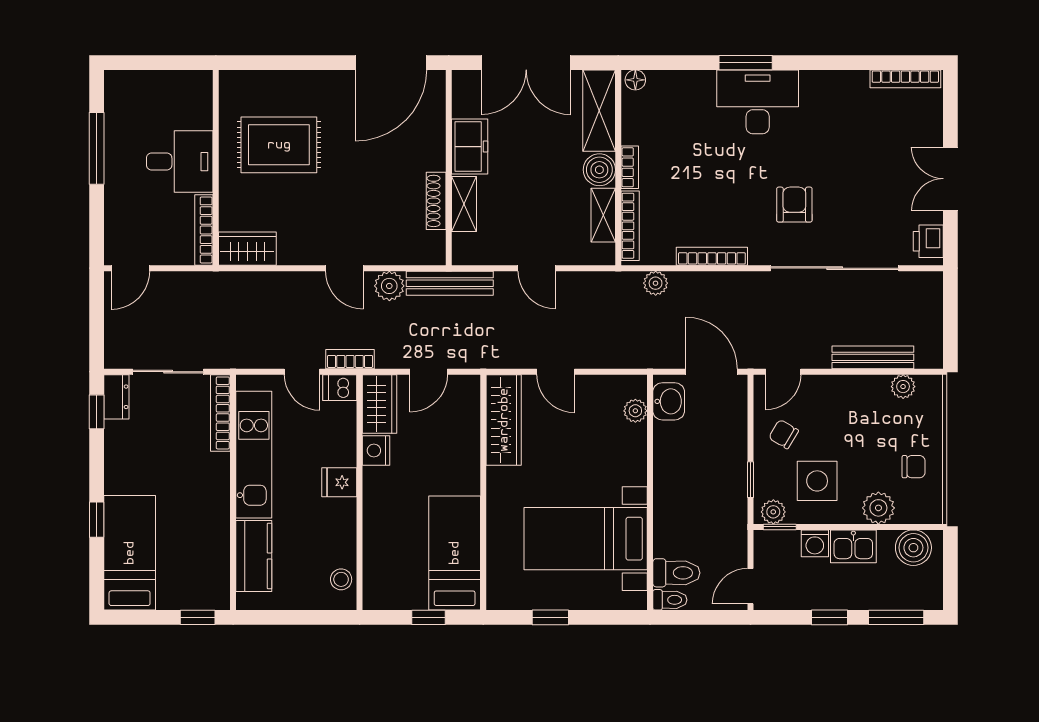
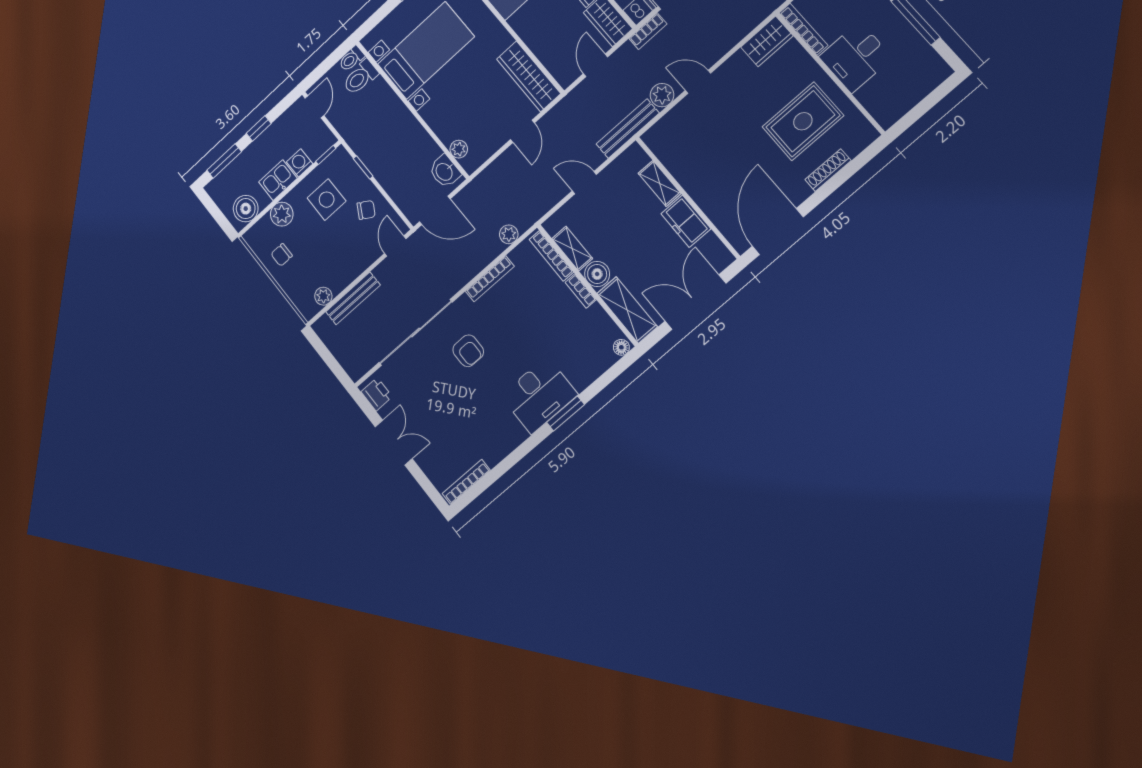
shoe rack: (436, 201) -> (828, 170), moved, turned -90
door: (556, 372) -> (522, 131), swing flipped
plant: (773, 512) -> (336, 160), removed

